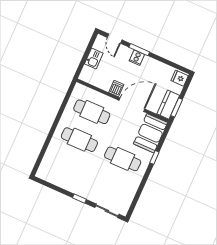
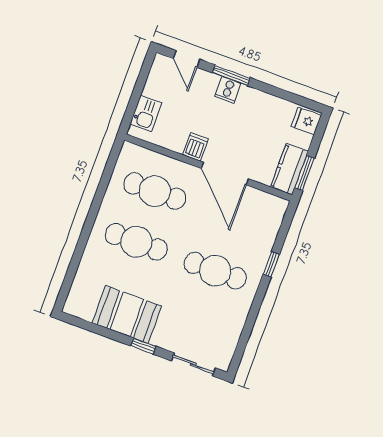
kitchen sink: (94, 58) -> (146, 114), moved
door: (132, 105) -> (225, 174), swing flipped
booth: (150, 133) -> (127, 314), moved, turned 90

